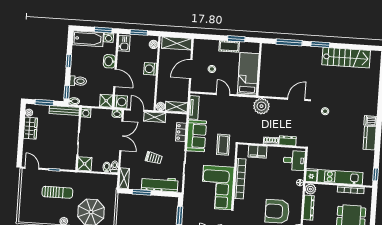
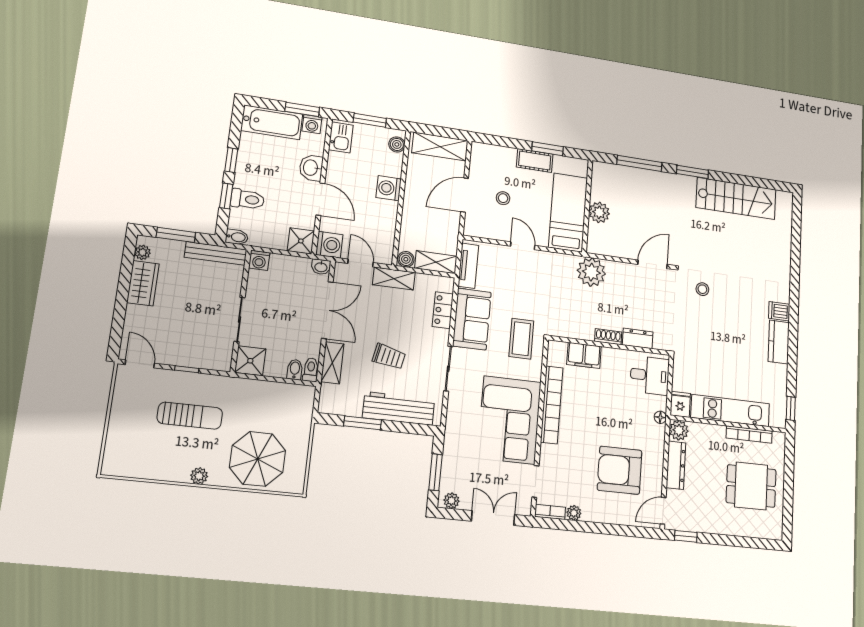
plant: (266, 72) -> (599, 212), added
window: (67, 92) -> (226, 196), moved
shelving: (124, 178) -> (332, 363), moved

